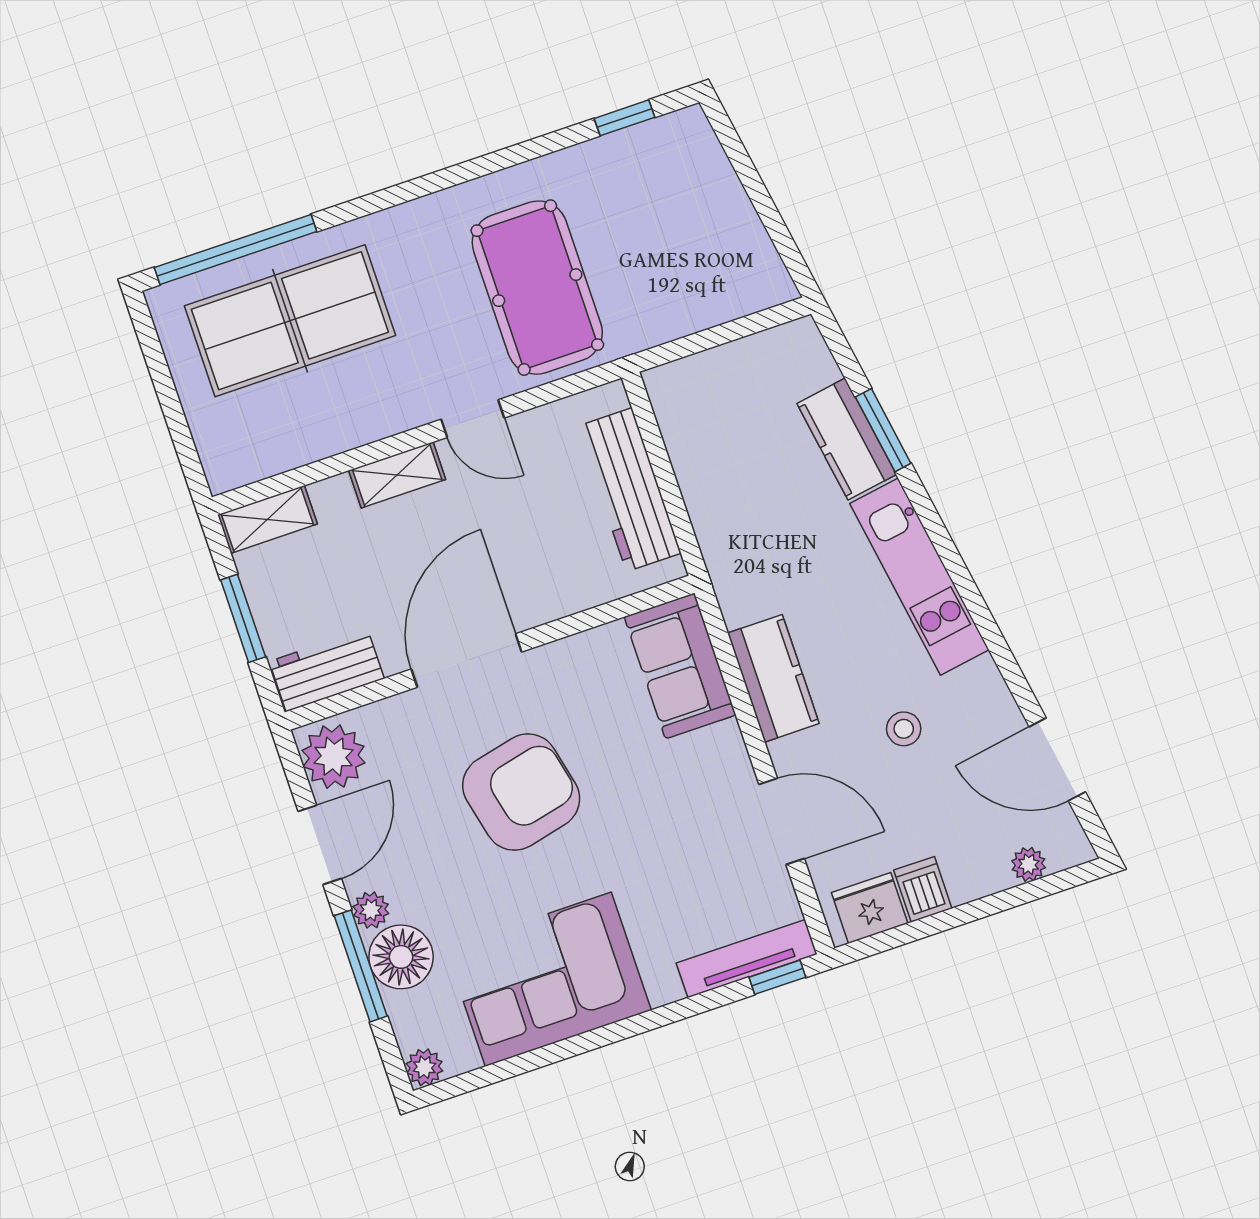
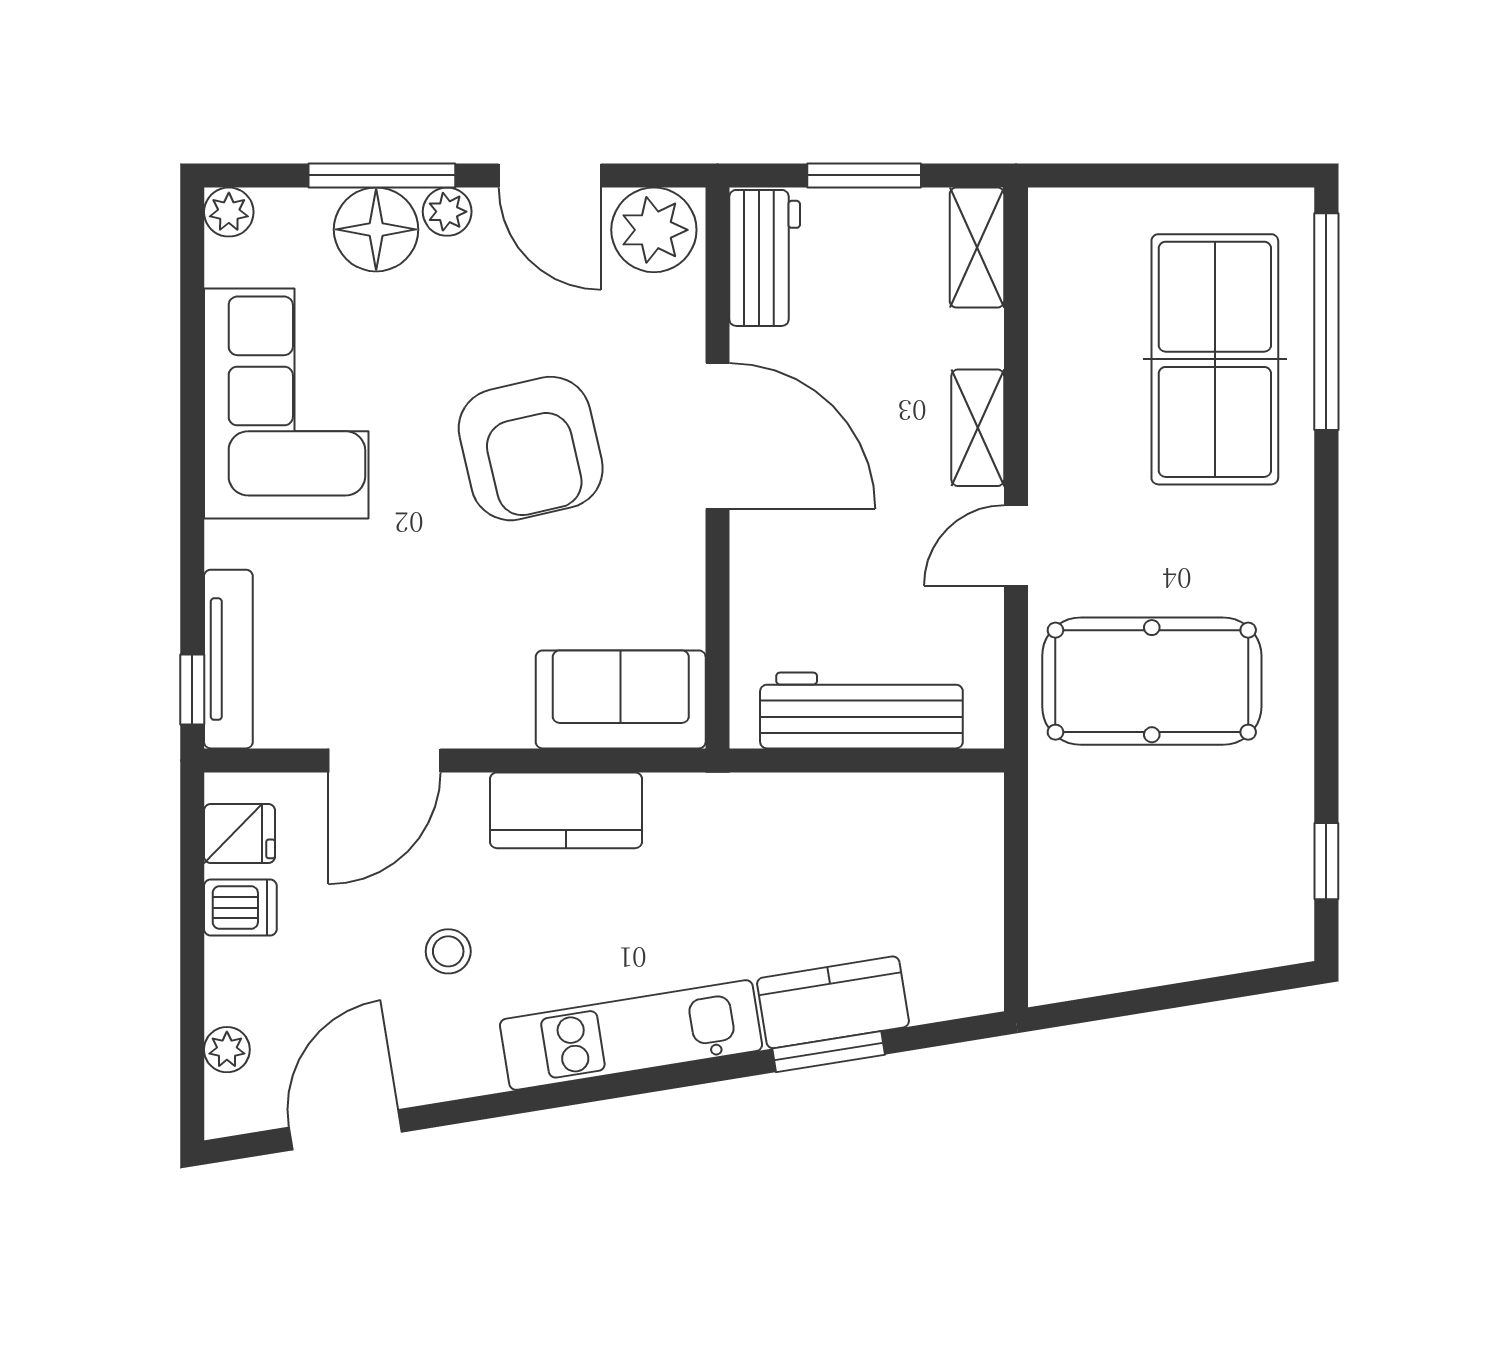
fridge: (870, 908) -> (240, 833), width x0.72

